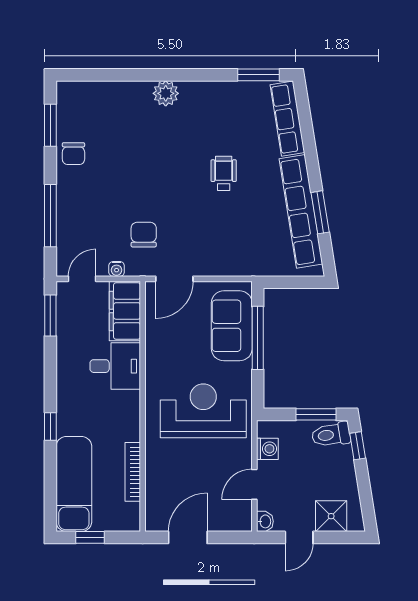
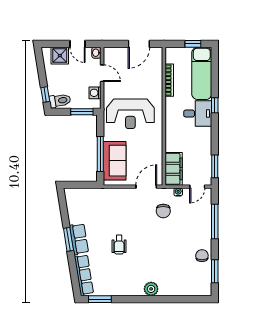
row of seats: (301, 211) -> (79, 239), width x0.50
window: (320, 212) -> (68, 239), moved
desk: (115, 366) -> (198, 114), moved, turned 180
window: (316, 414) -> (82, 112), moved
door: (254, 484) -> (102, 73), hinge flipped
door: (299, 537) -> (77, 44), swing flipped

